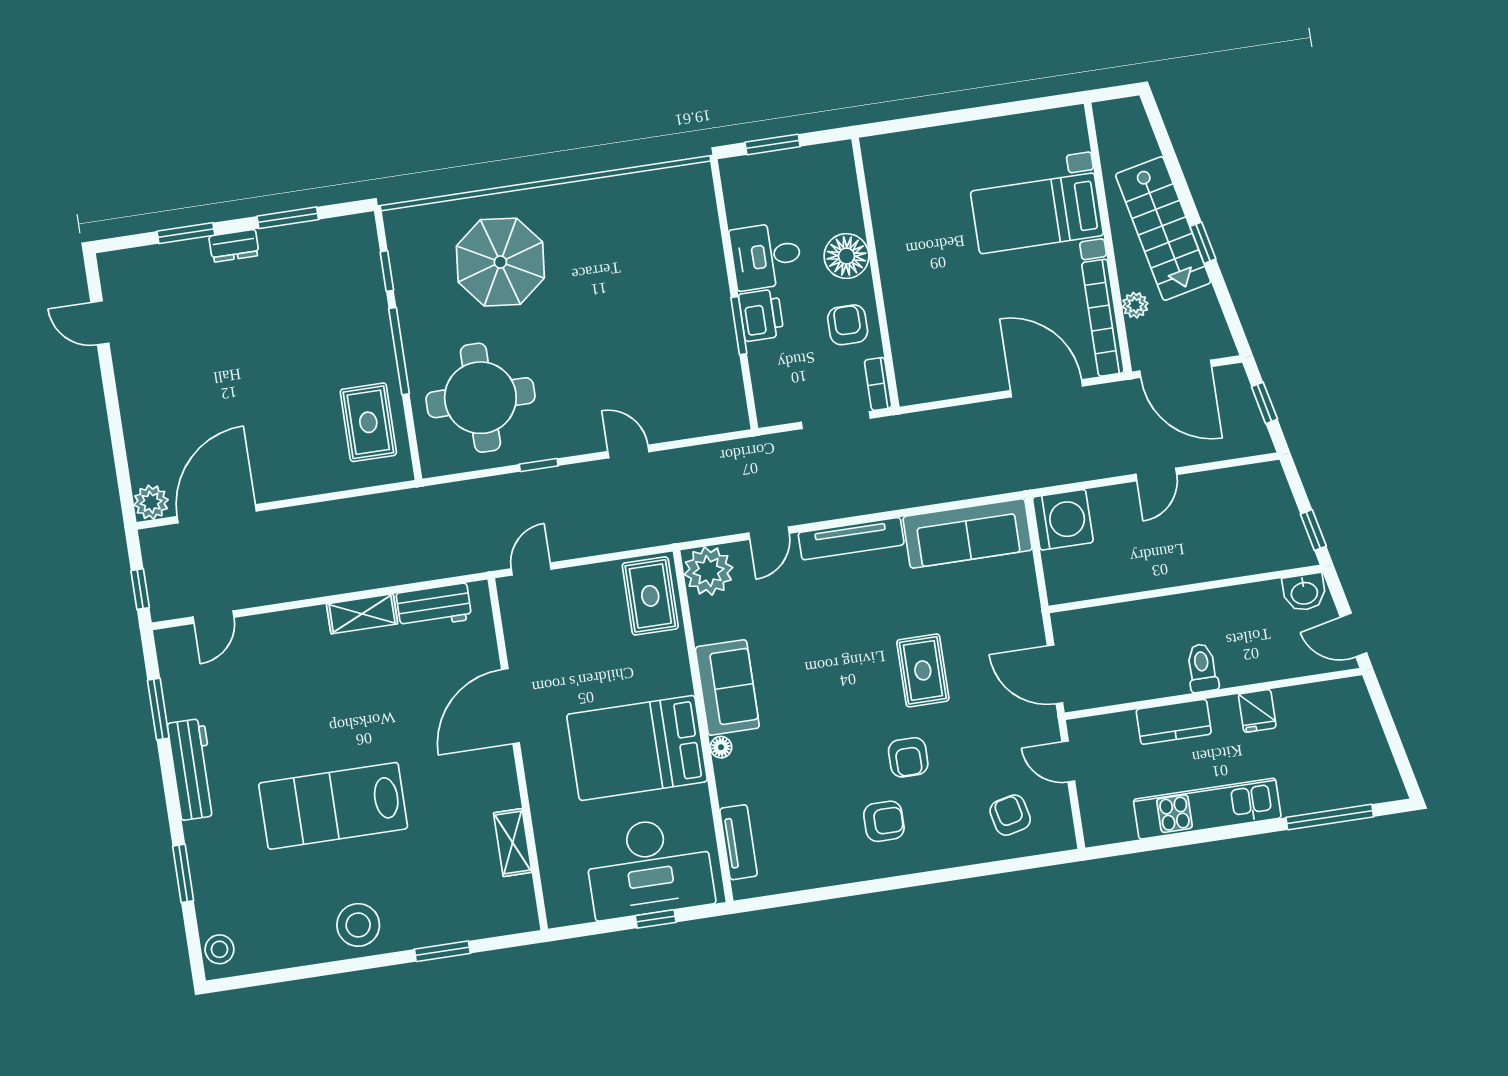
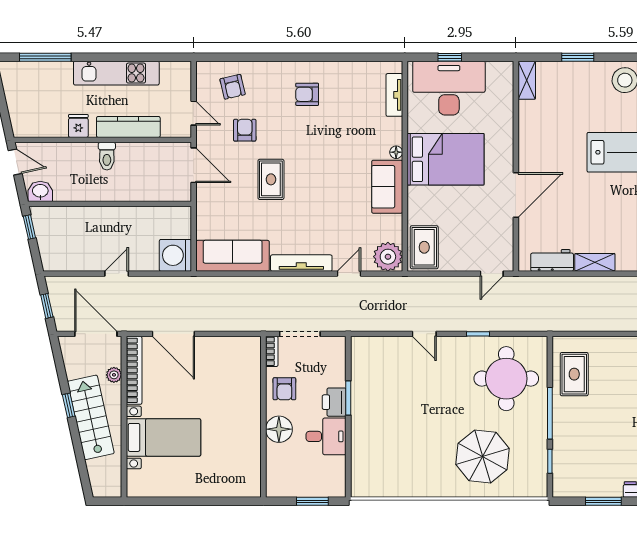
kitchen counter: (1174, 722) -> (128, 127), width x1.50
armchair: (908, 757) -> (245, 130), moved
shelving: (513, 843) -> (527, 80), moved

